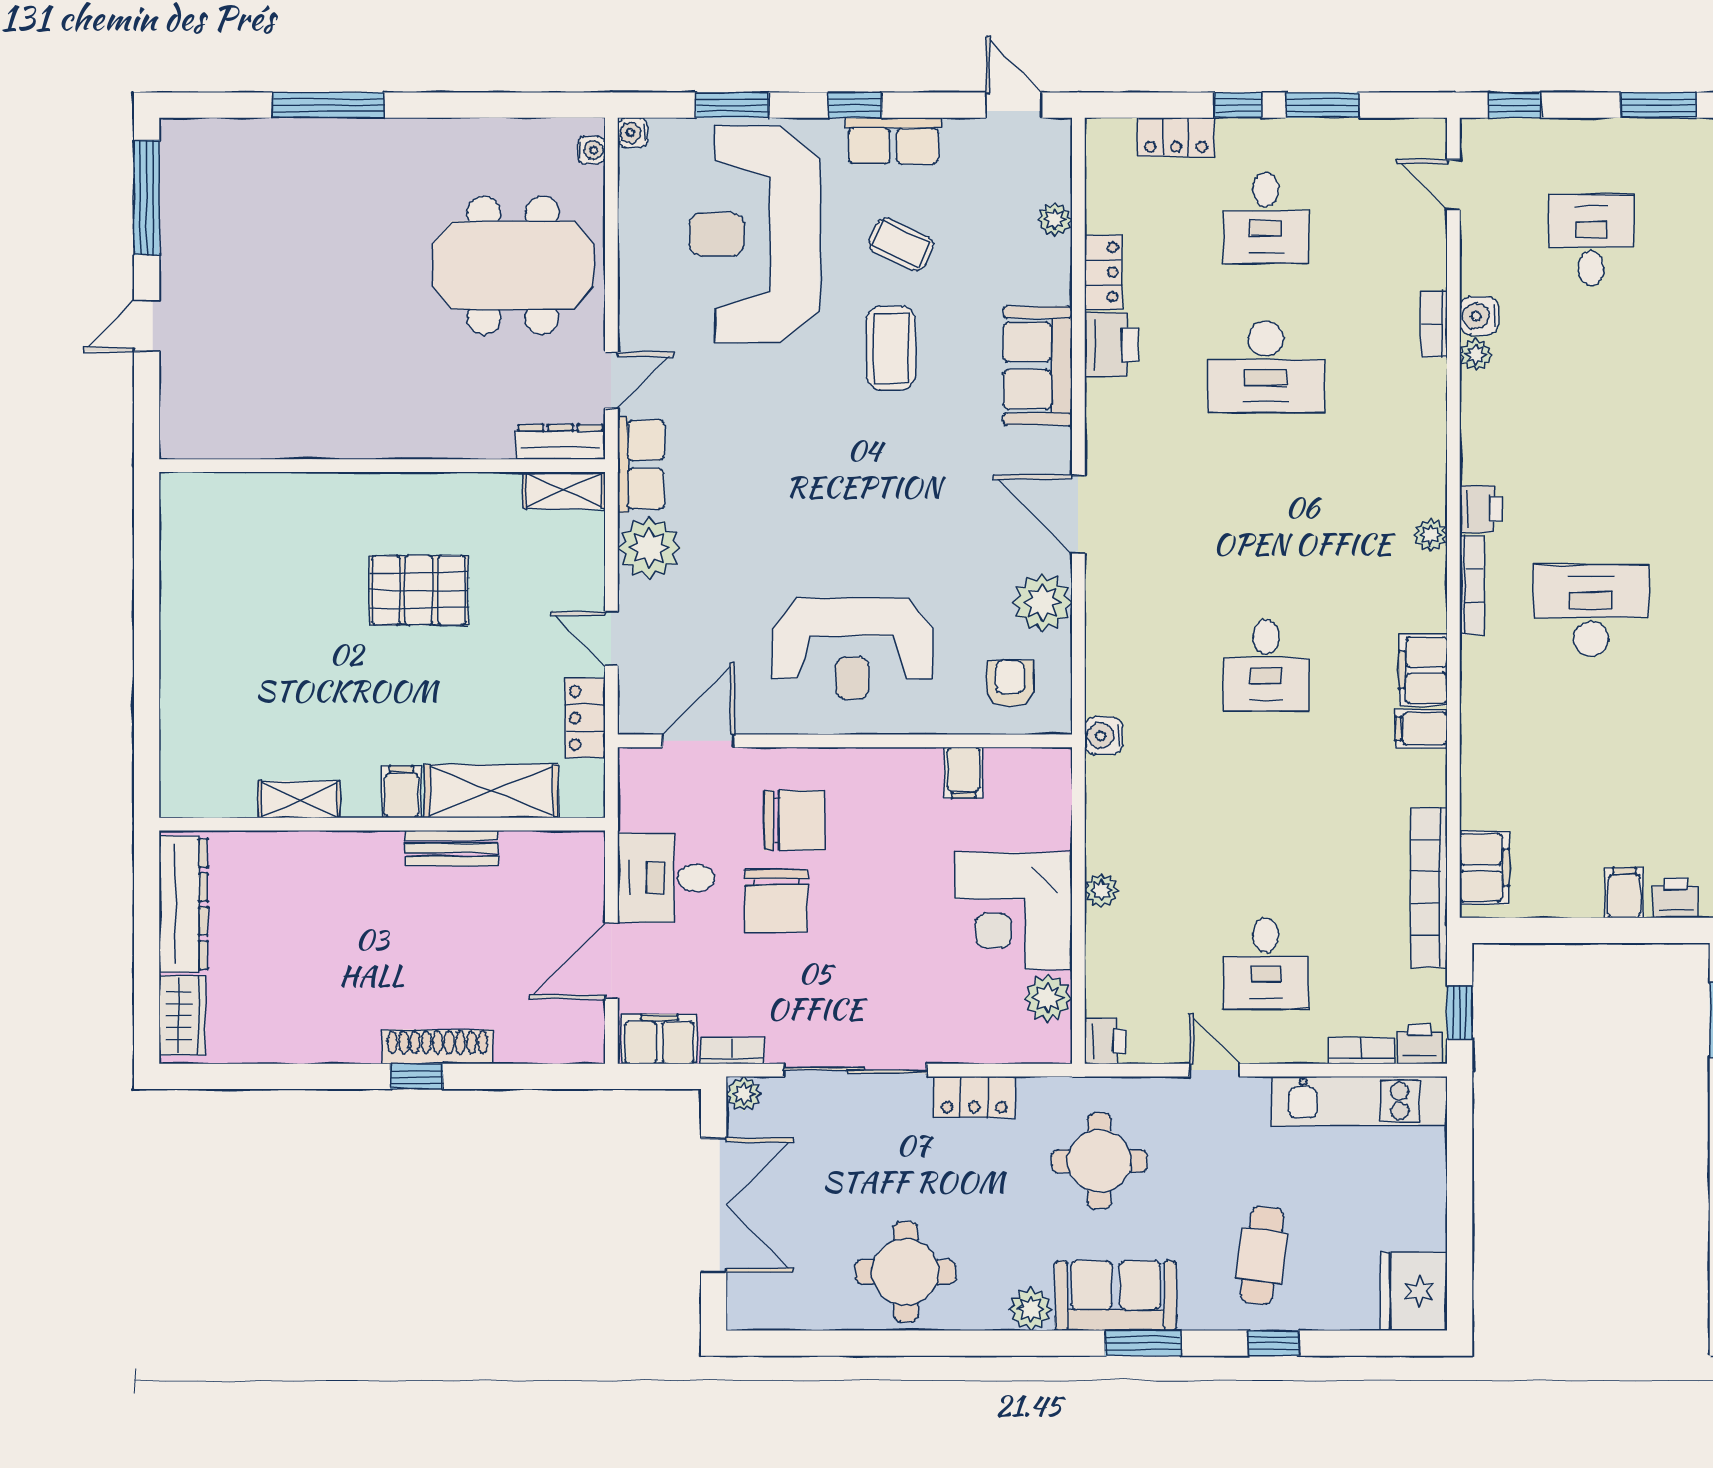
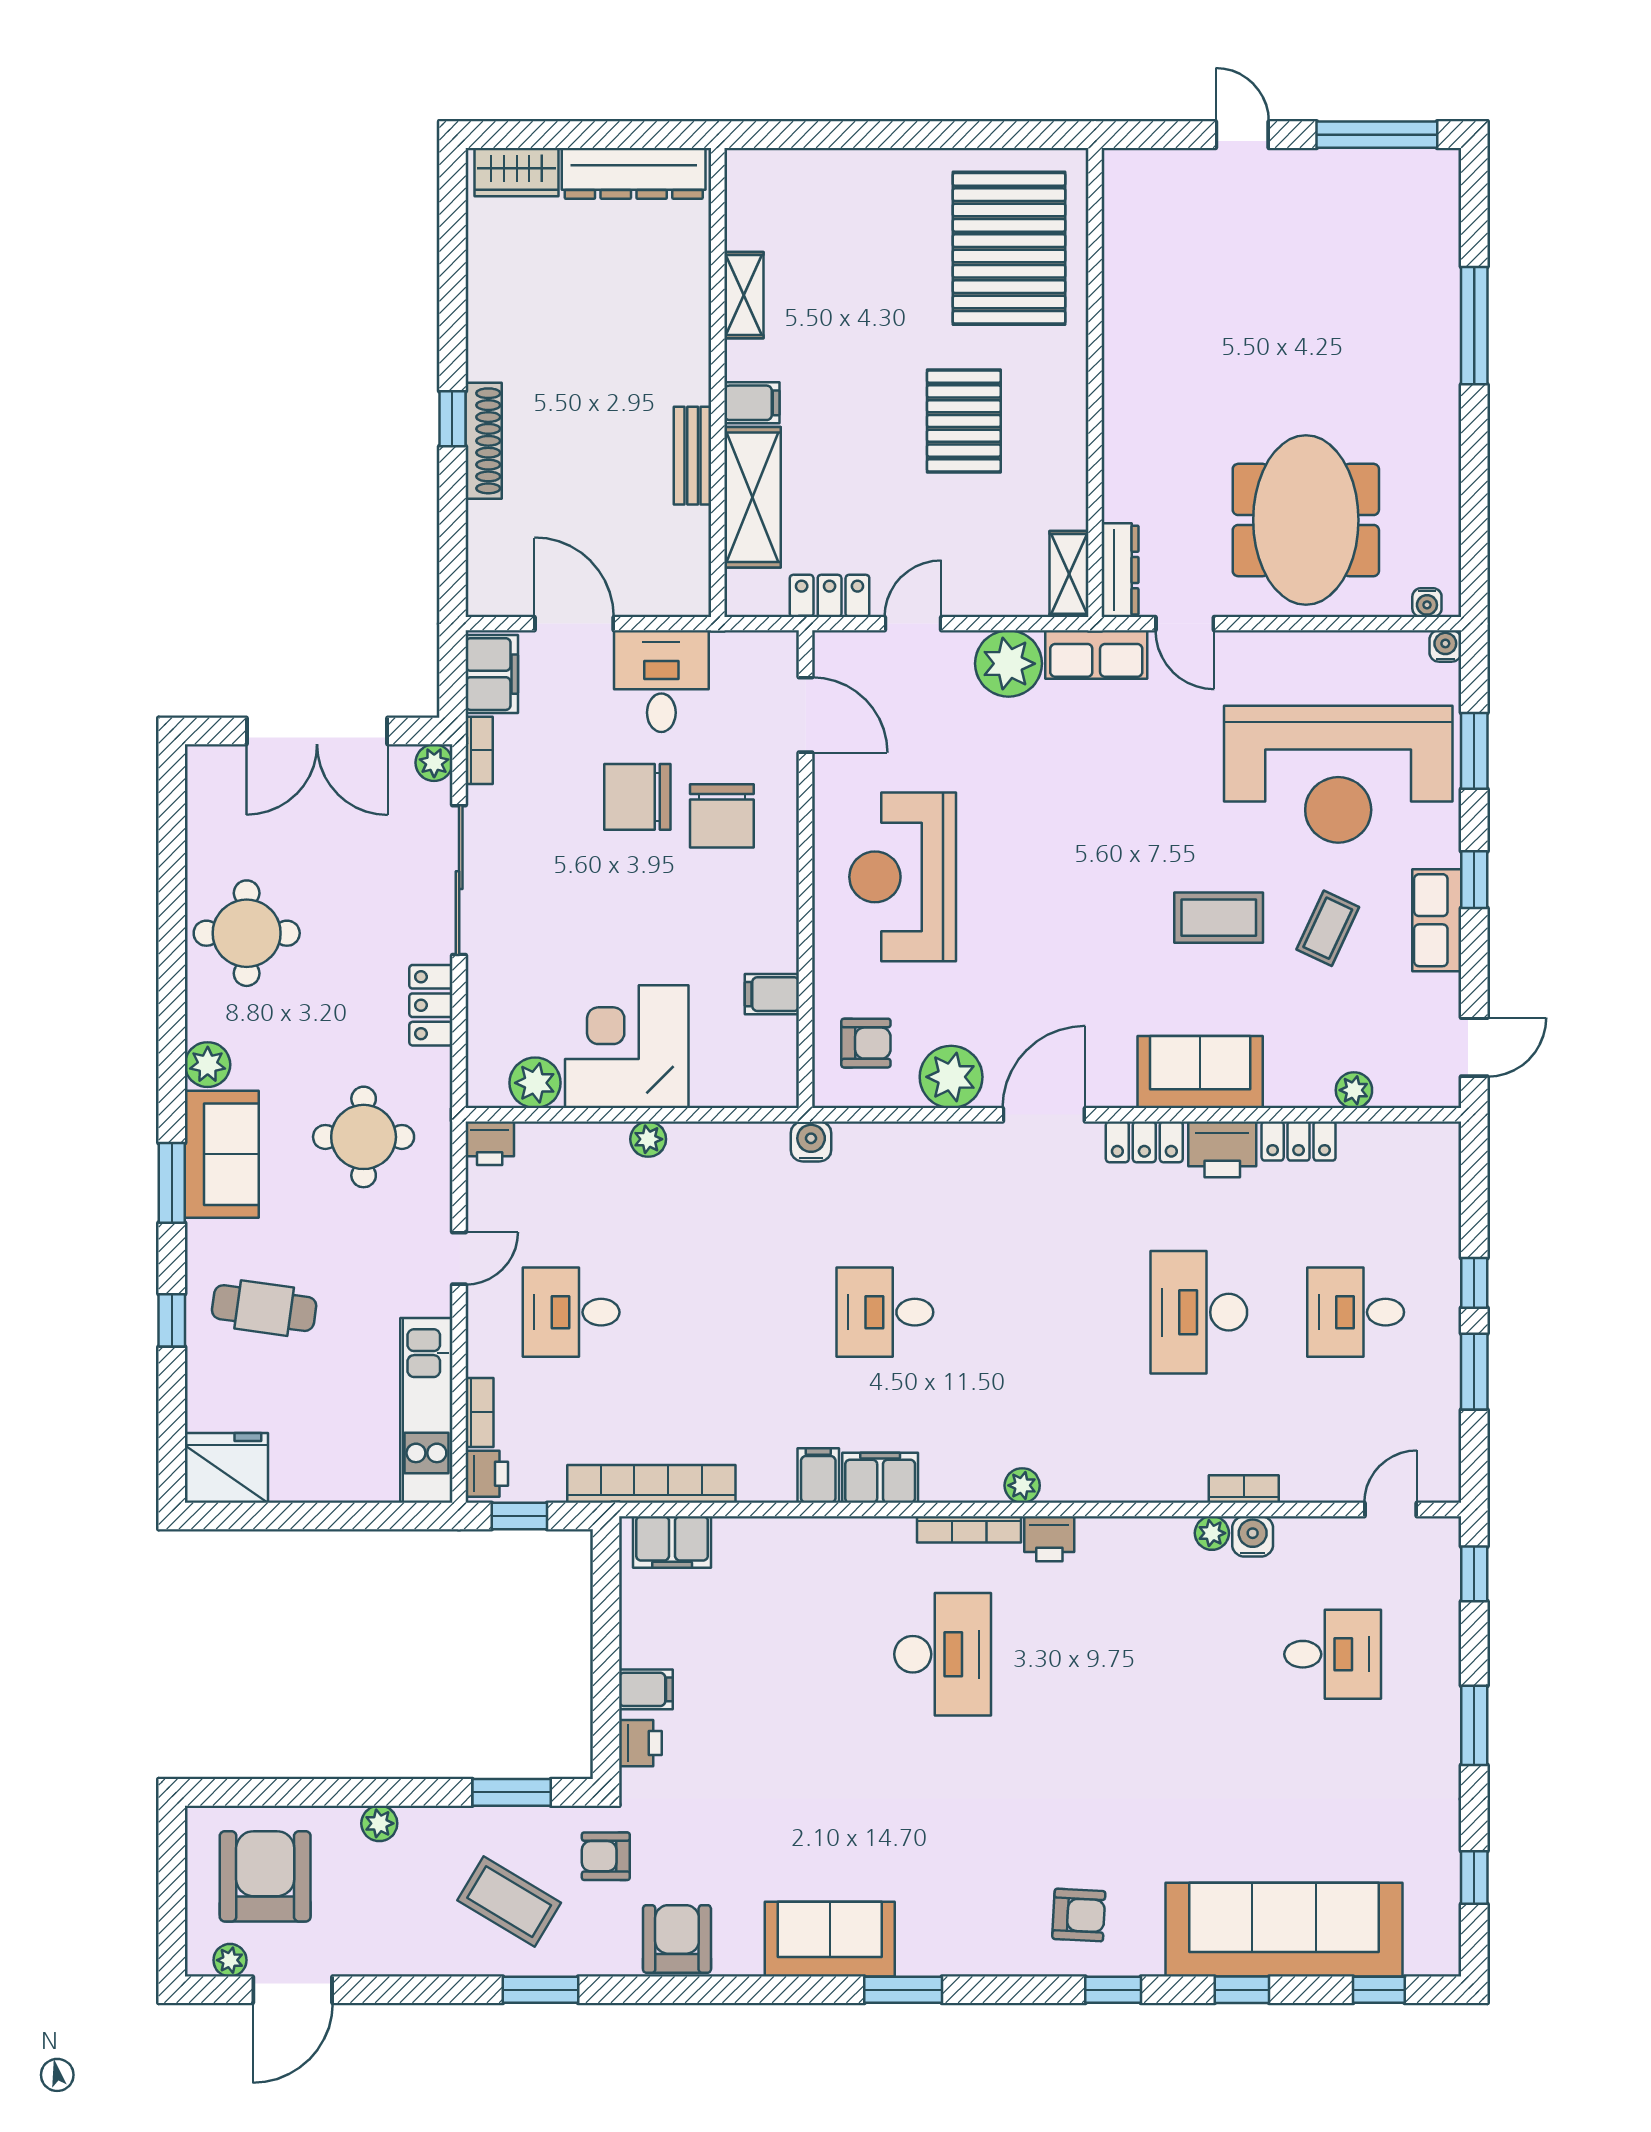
locker: (1176, 137) -> (1144, 1142), moved, turned -90
reception desk: (755, 235) -> (1338, 774), turned 180
pallet: (255, 547) -> (1009, 248), added

